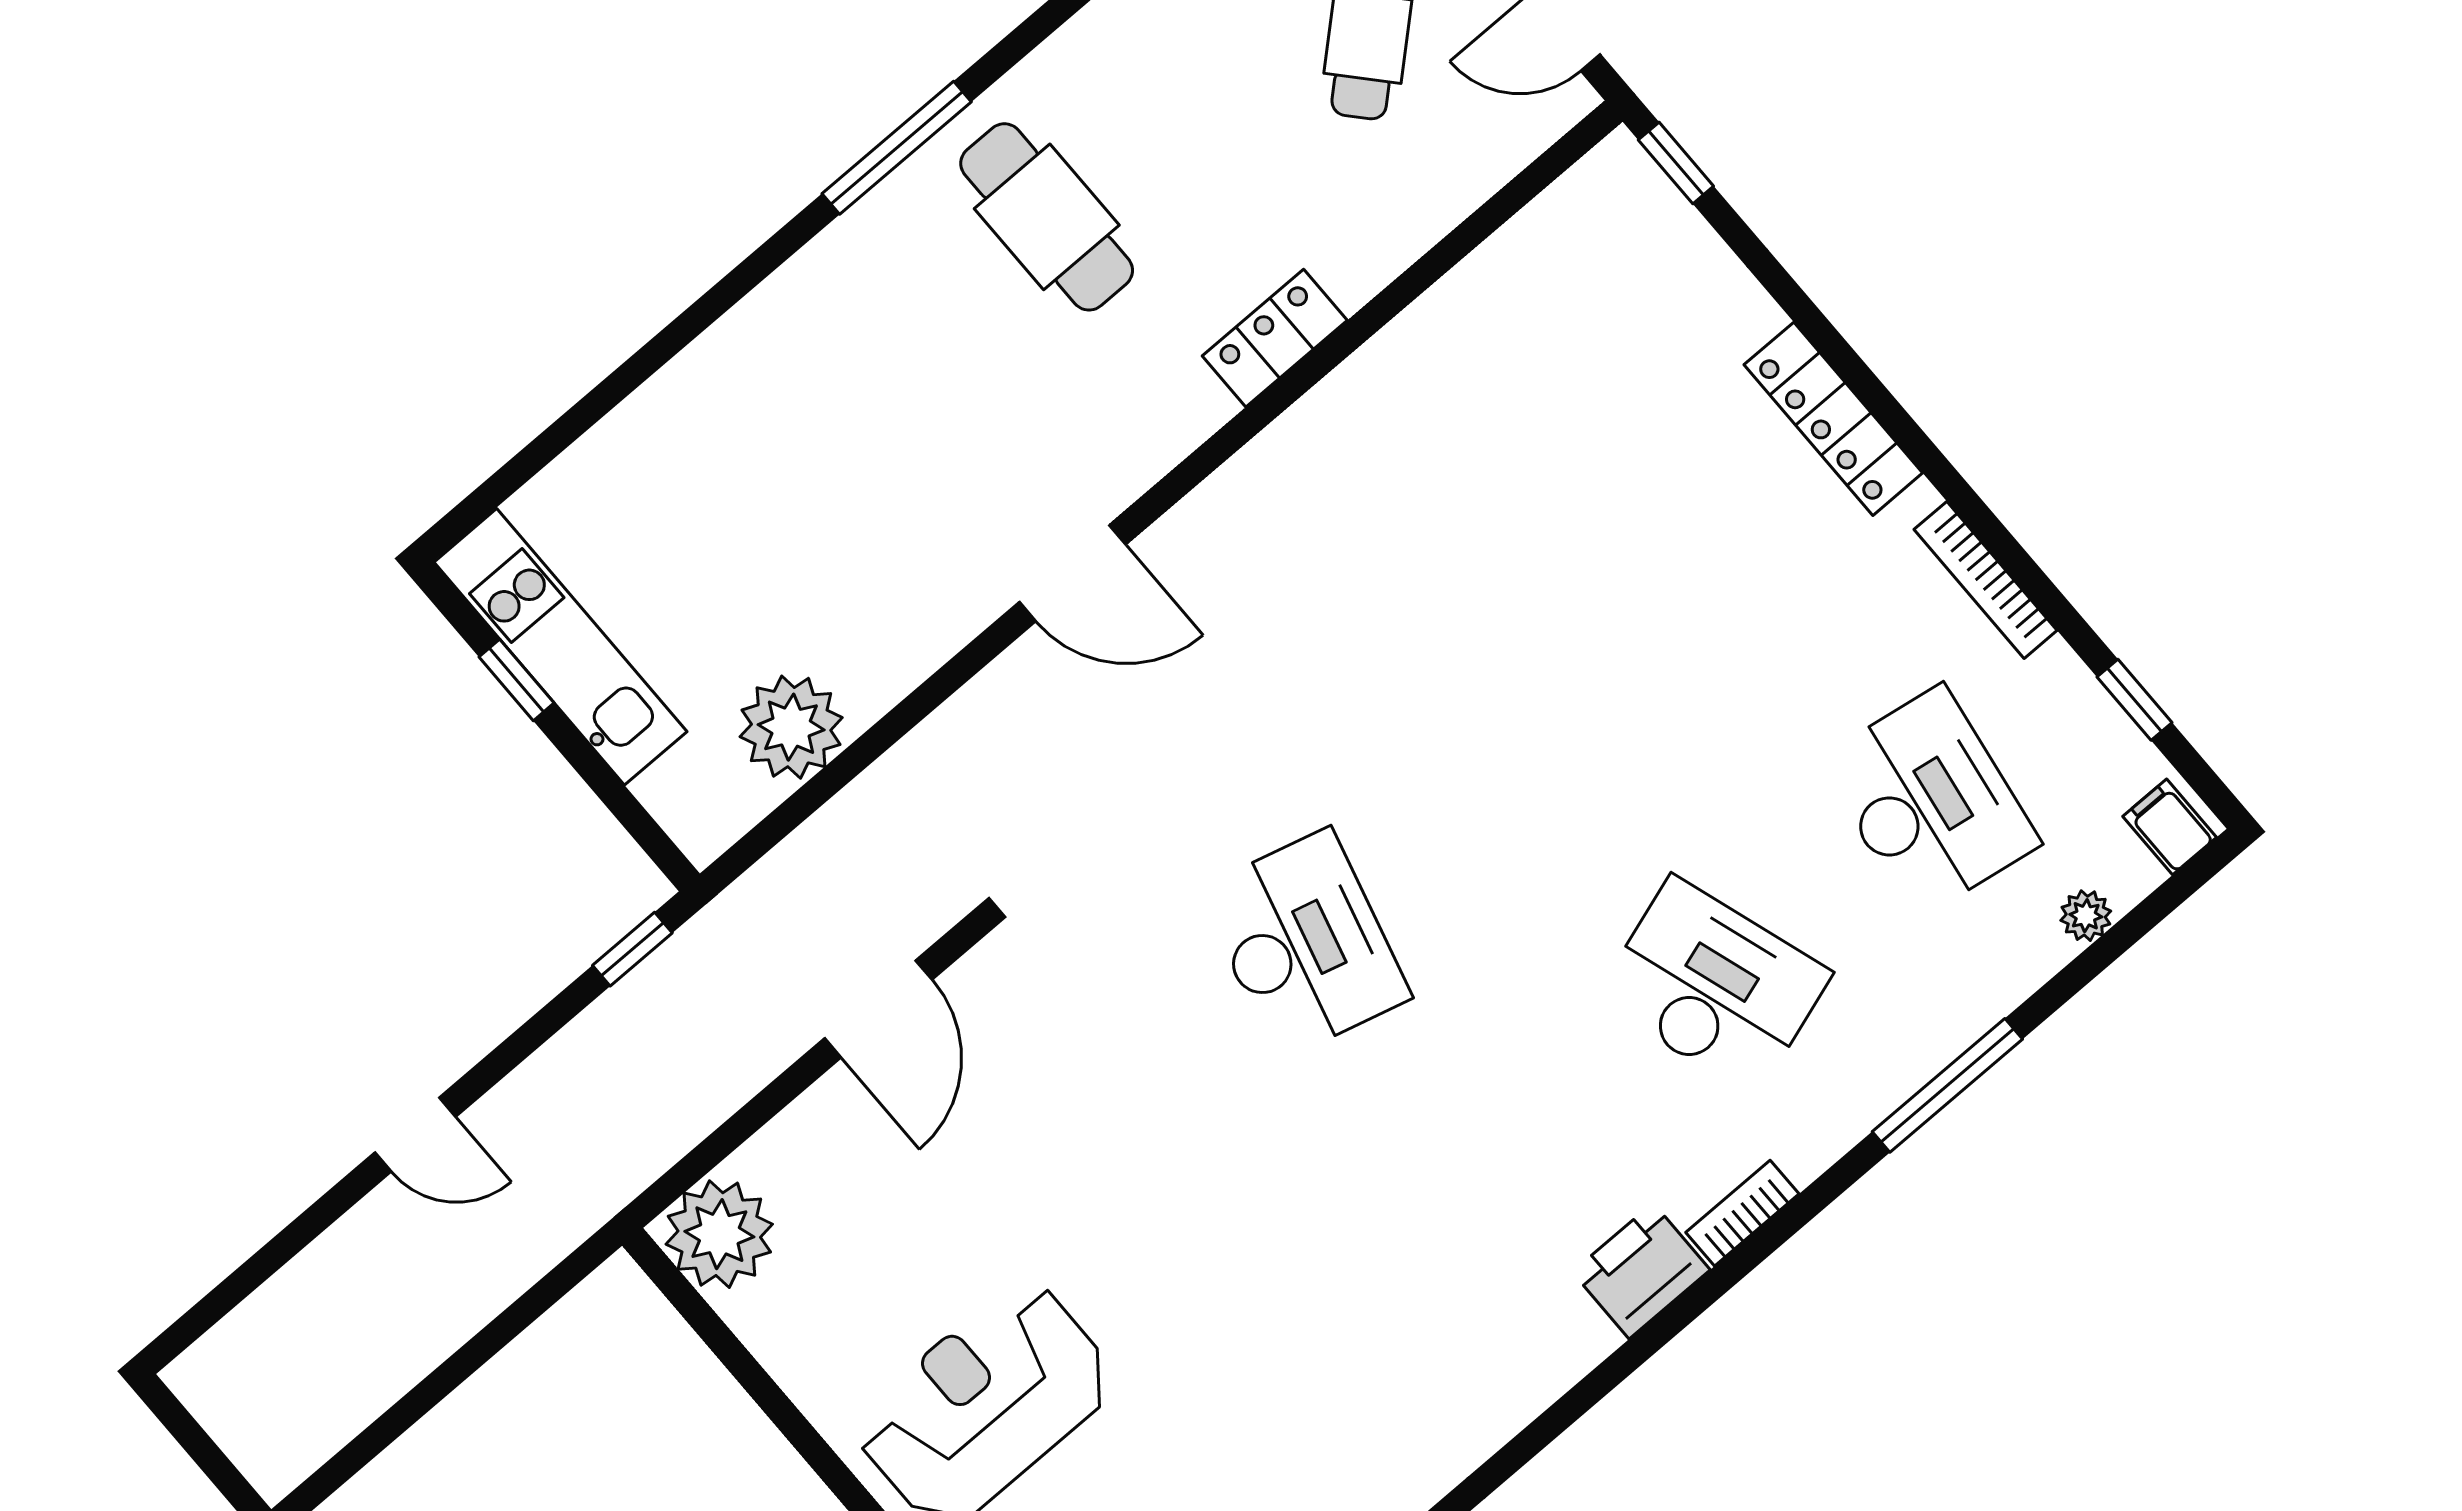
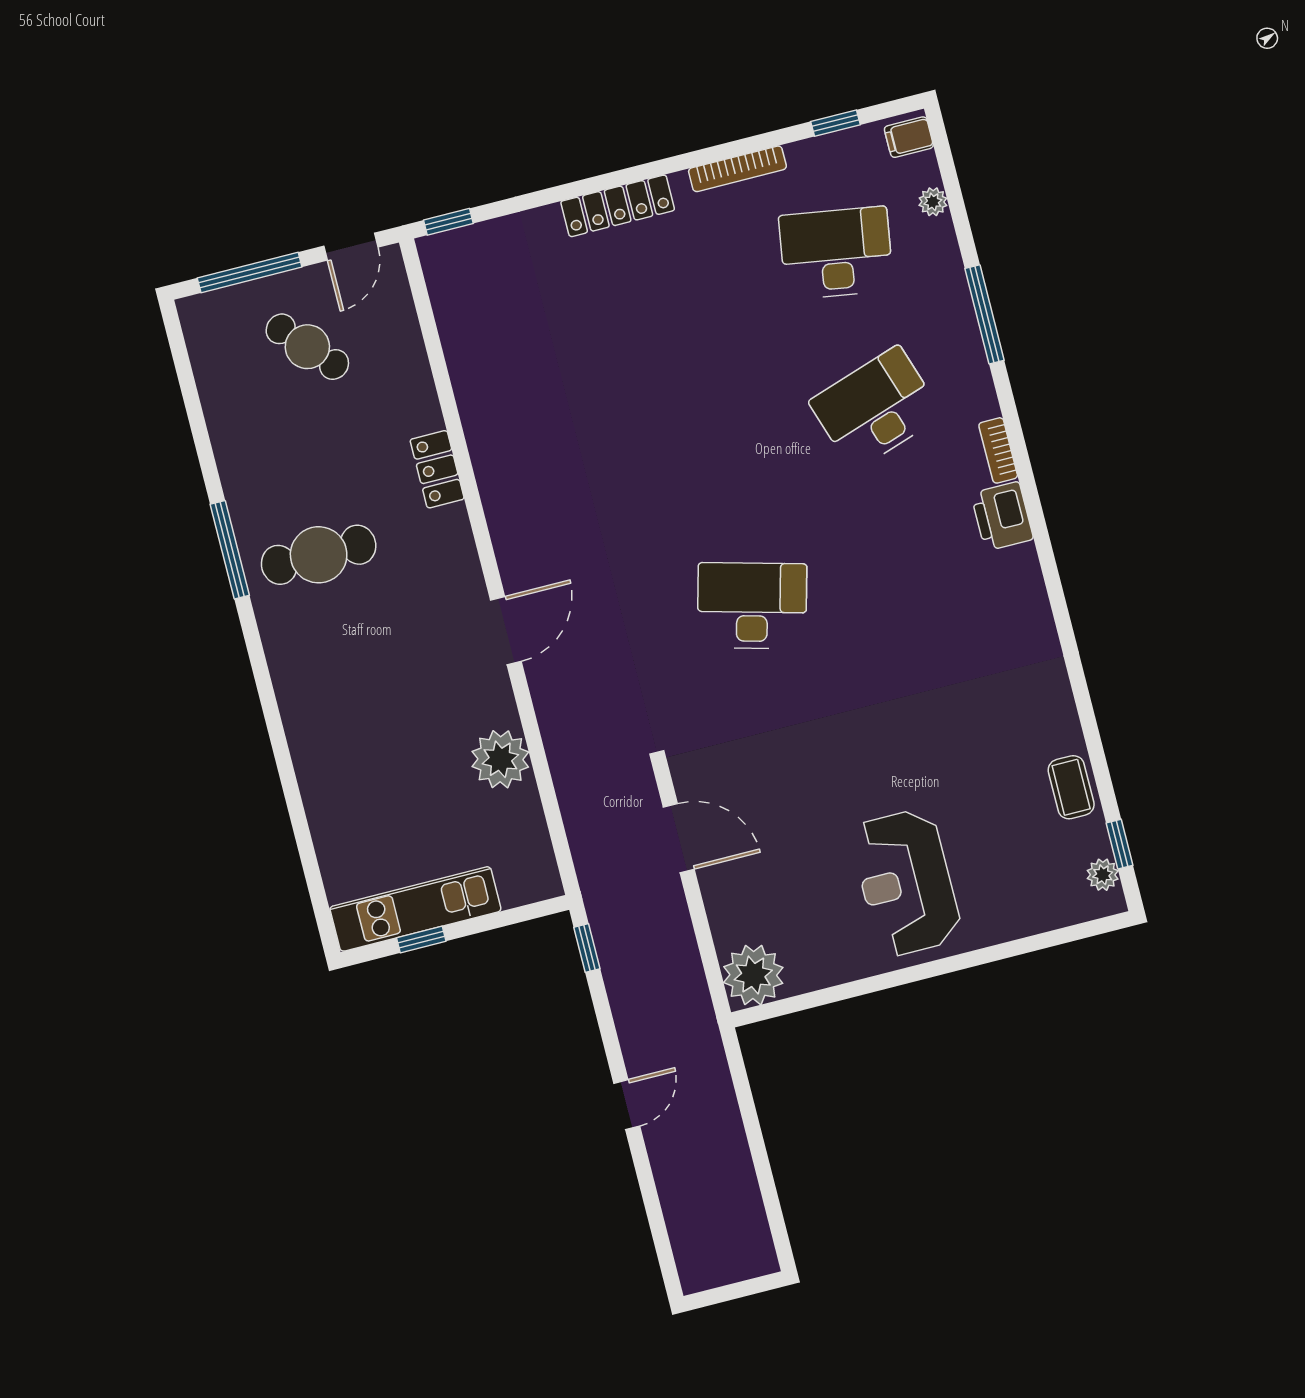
window: (897, 148) -> (230, 550), moved
plant: (791, 727) -> (500, 759), moved

